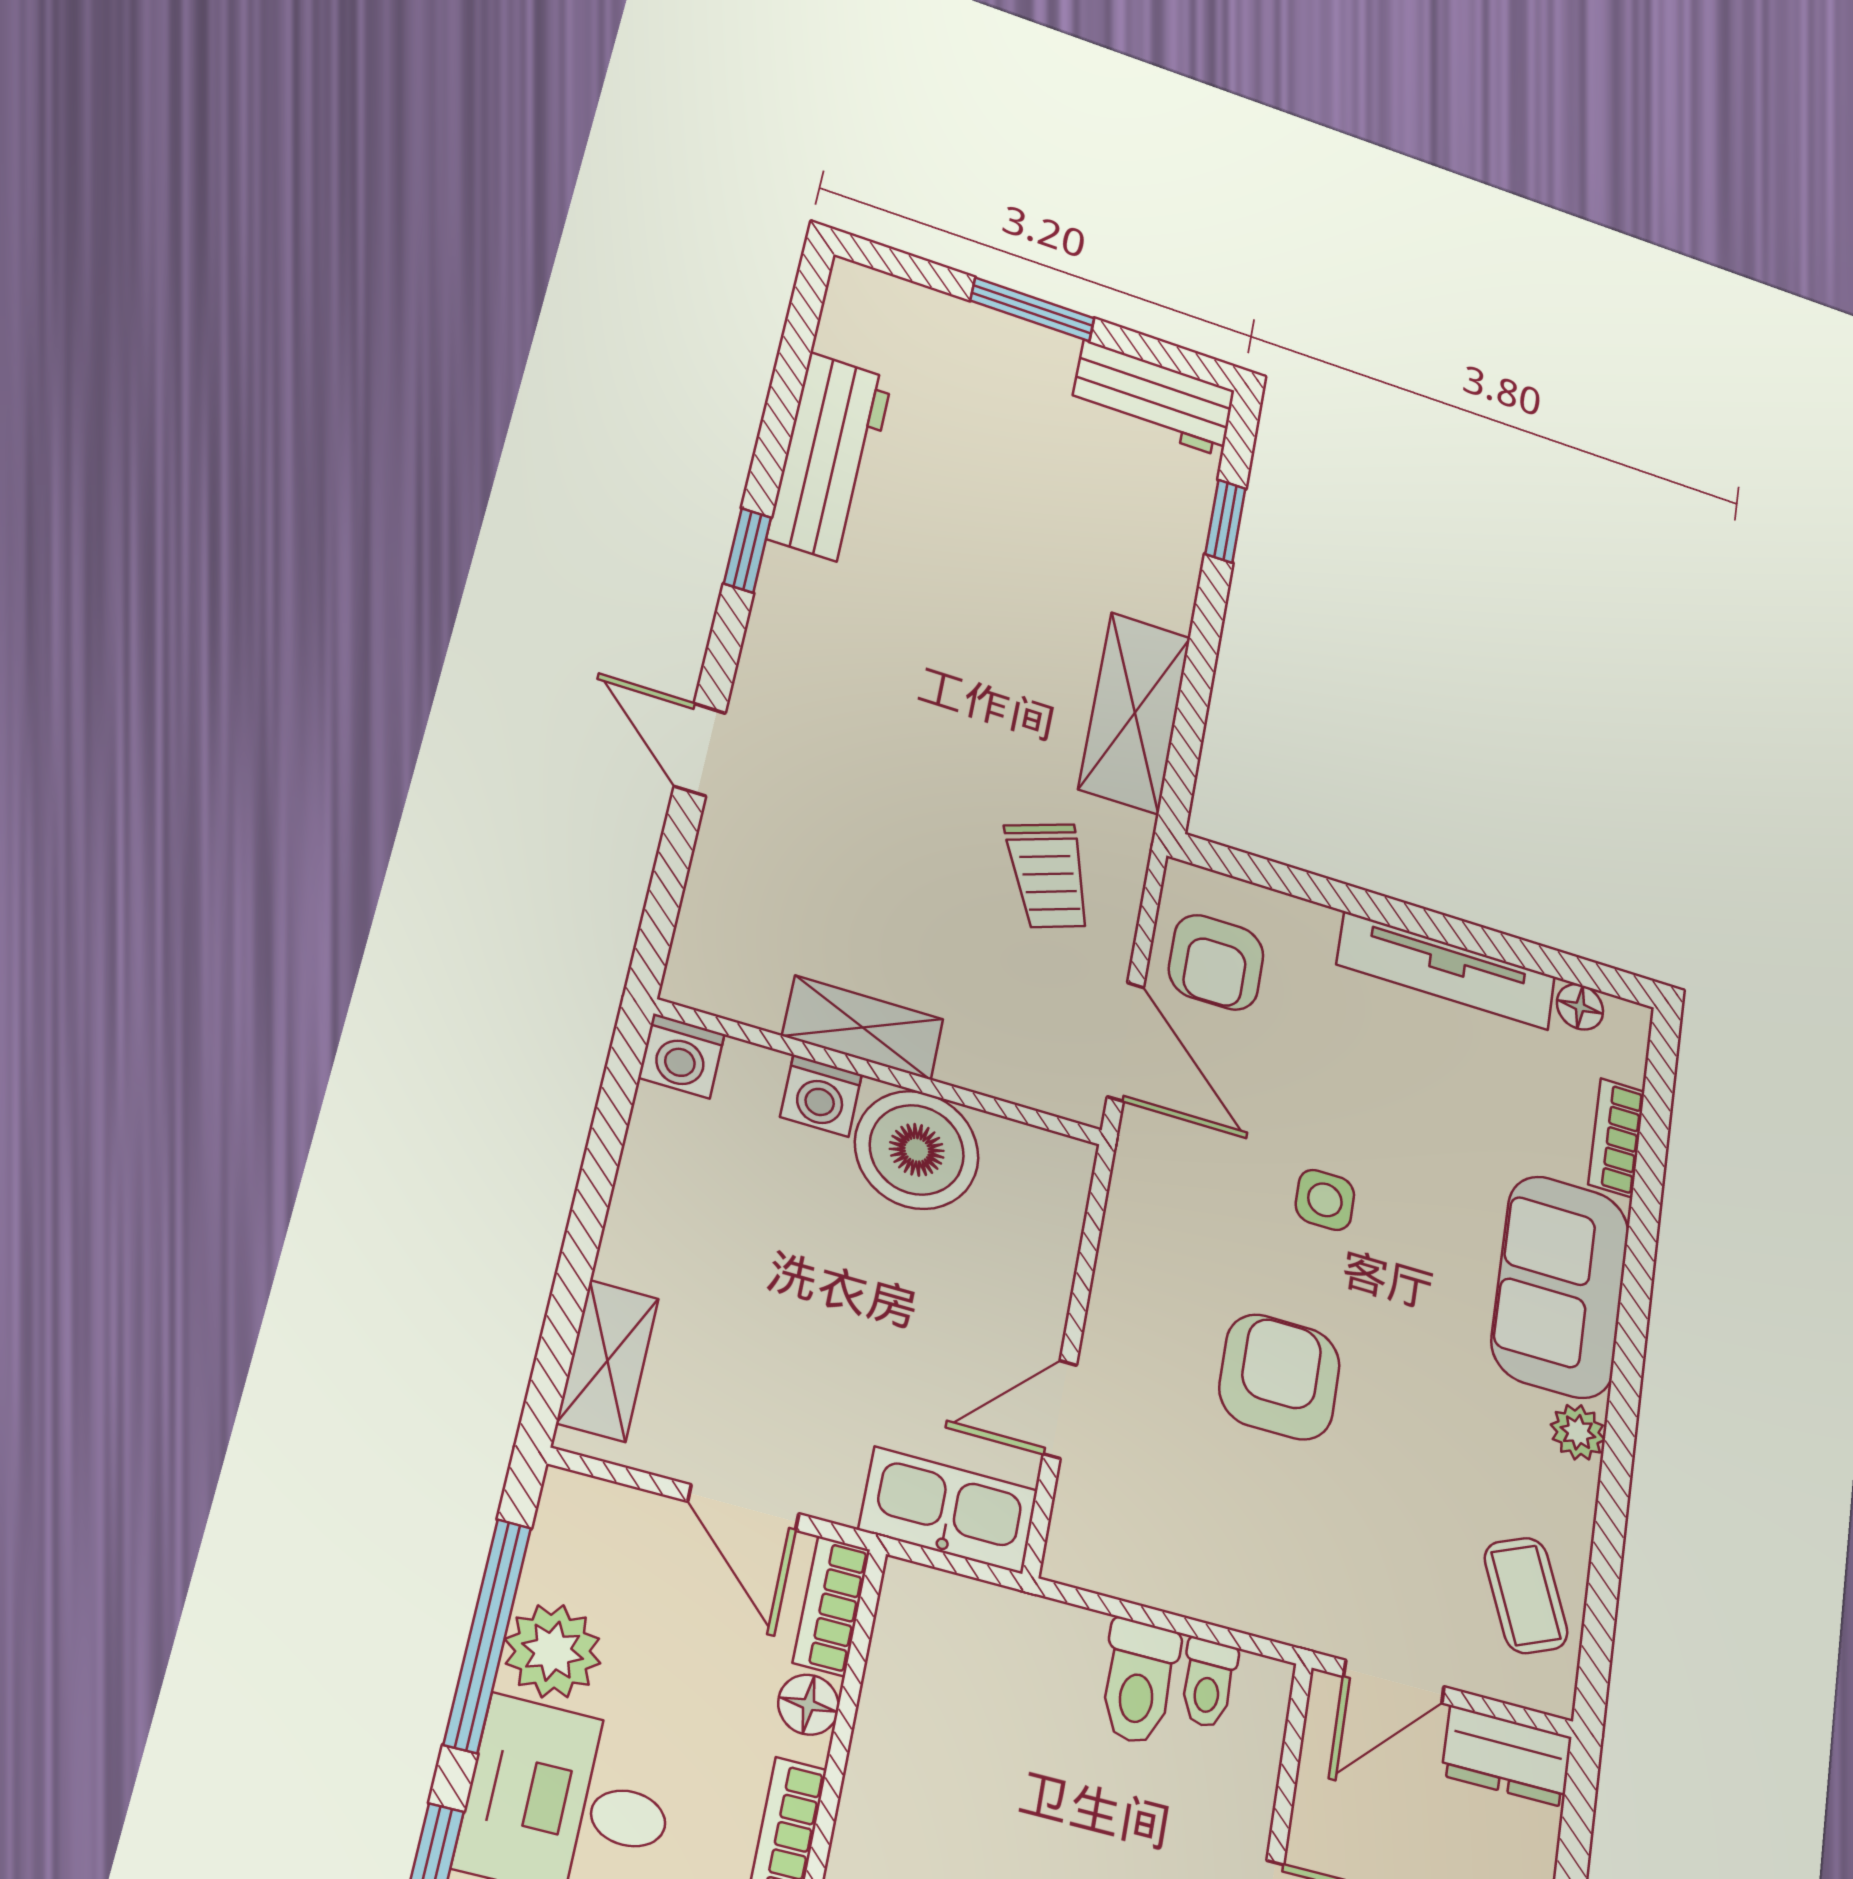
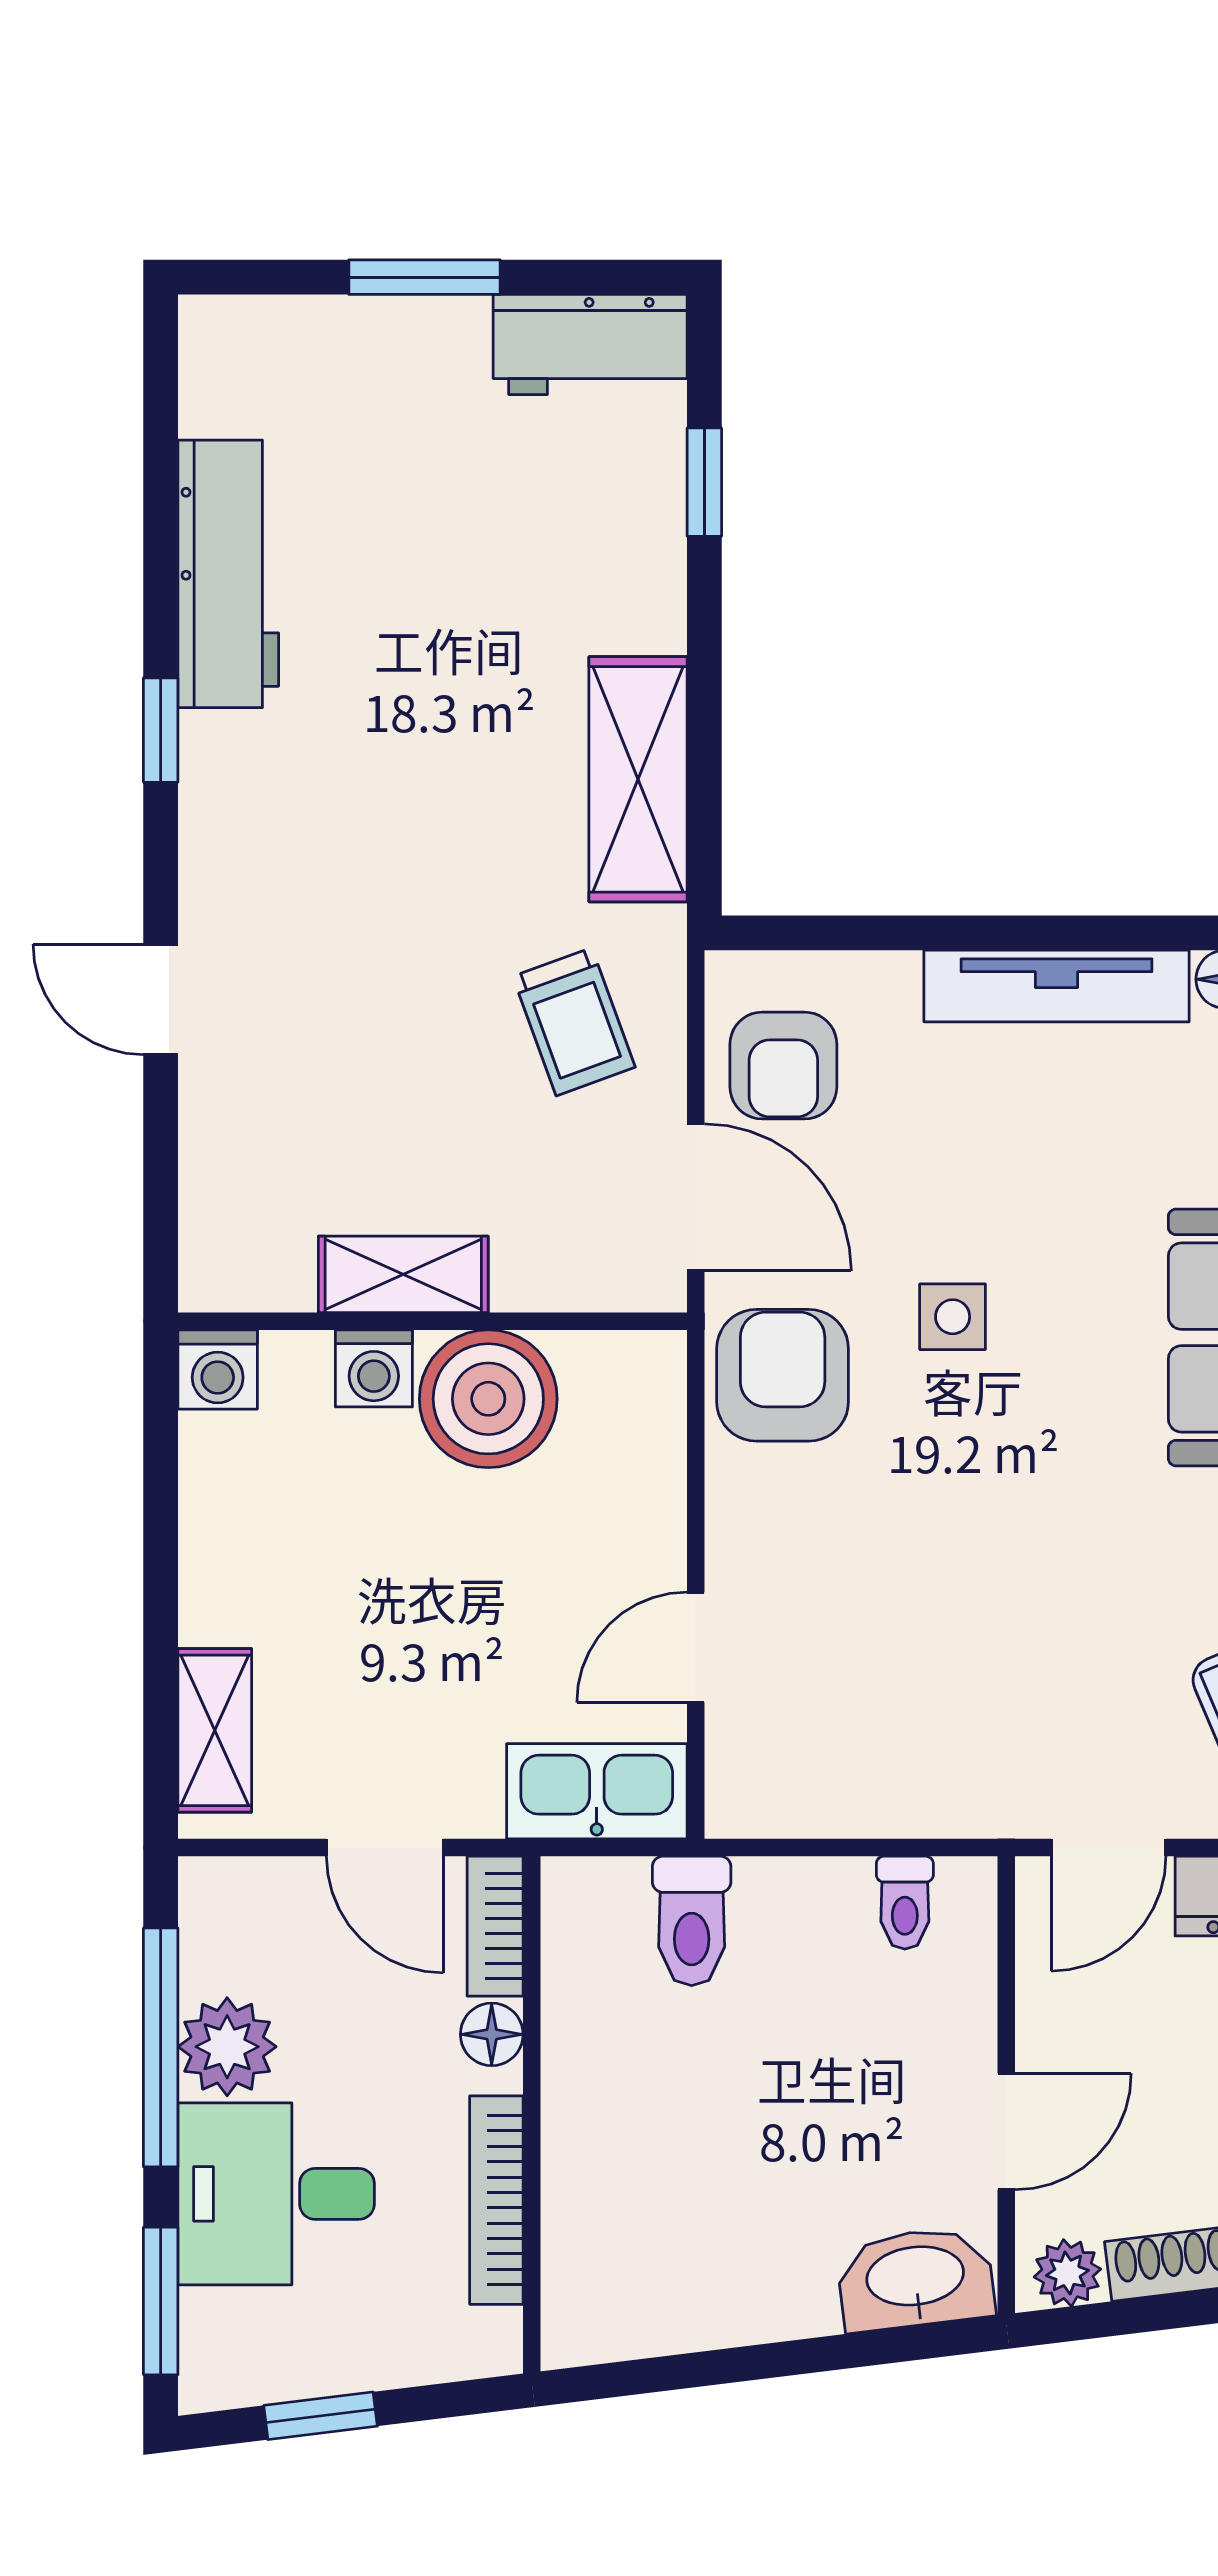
armchair: (1280, 1377) -> (783, 1375), moved
toilet: (1139, 1682) -> (692, 1921), moved

